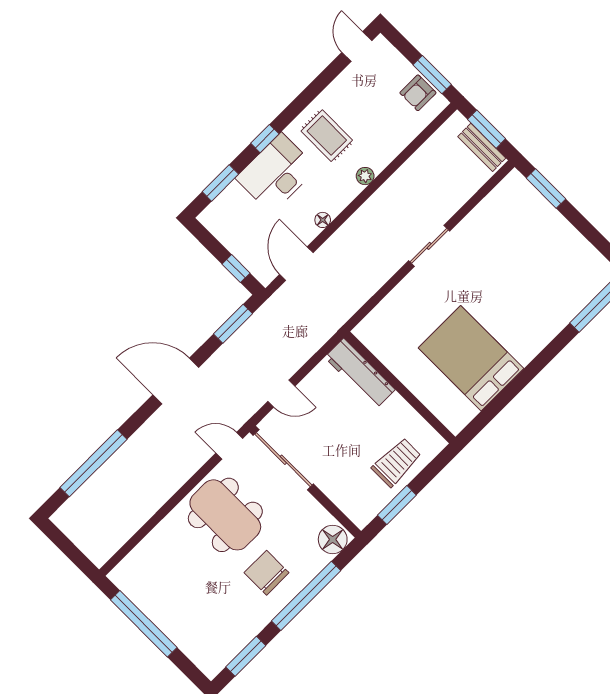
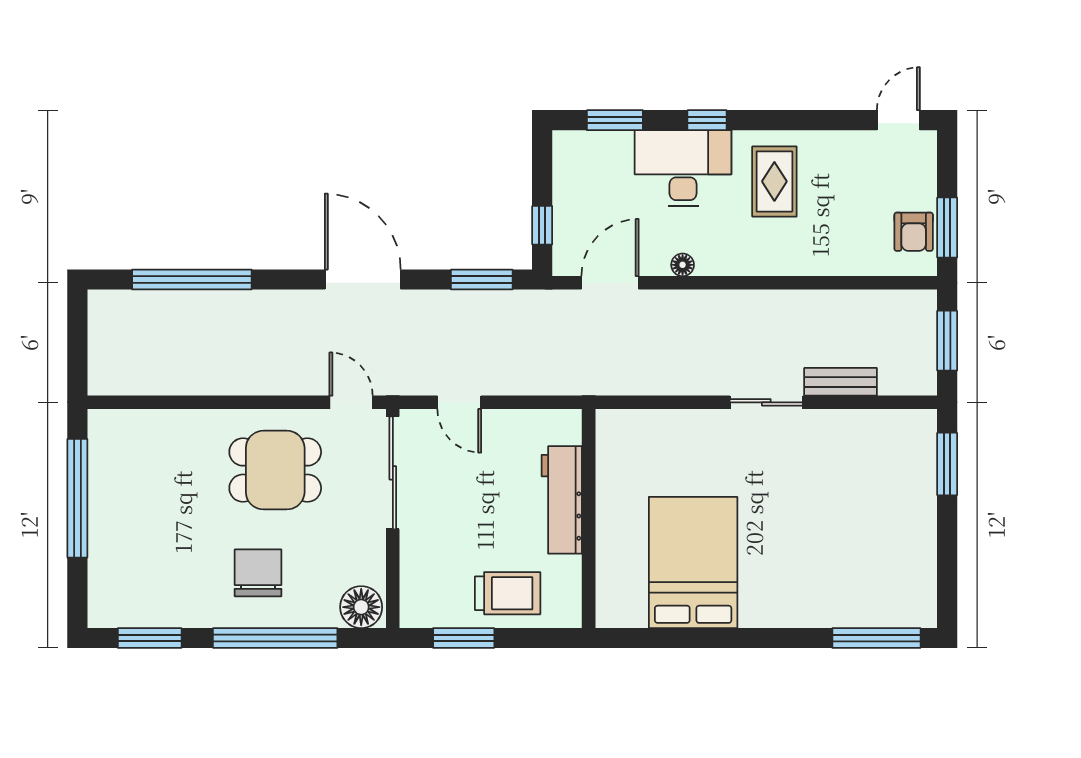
armchair: (418, 93) -> (914, 232), turned -90
bench: (482, 147) -> (841, 382), moved, turned 90
plant: (365, 176) -> (772, 263), removed
workbench: (360, 373) -> (562, 500), moved
dining table: (225, 515) -> (275, 470), width x0.73

